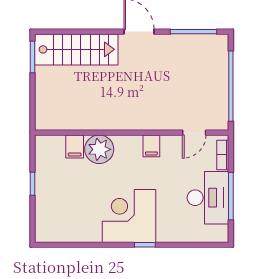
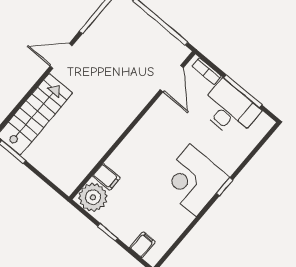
door: (194, 133) -> (172, 79), width x1.38
filing cabinet: (151, 146) -> (142, 245), moved, turned -90
plant: (99, 149) -> (93, 197), moved

